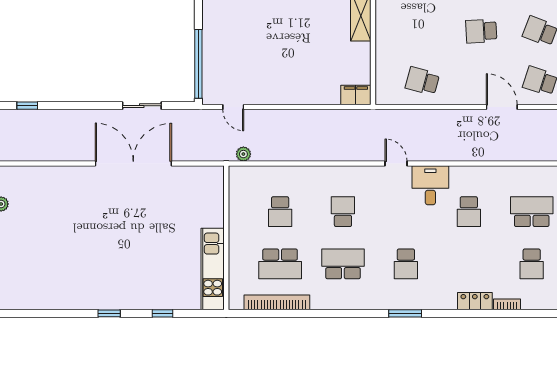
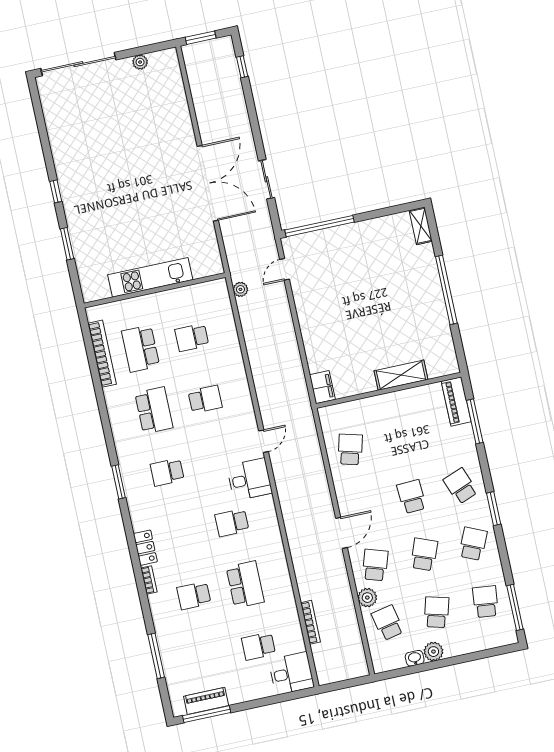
kitchen unit: (213, 269) -> (150, 277), moved
window: (163, 313) -> (67, 244), width x1.50

